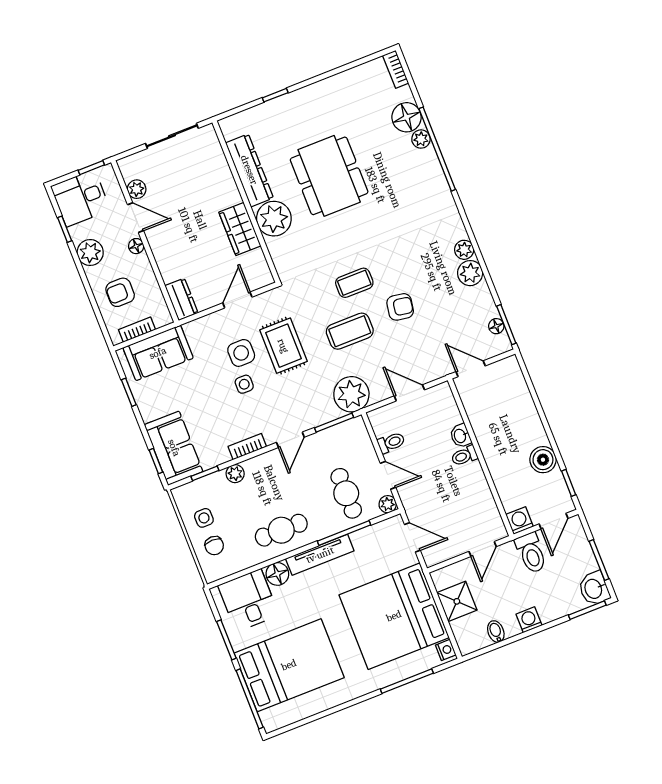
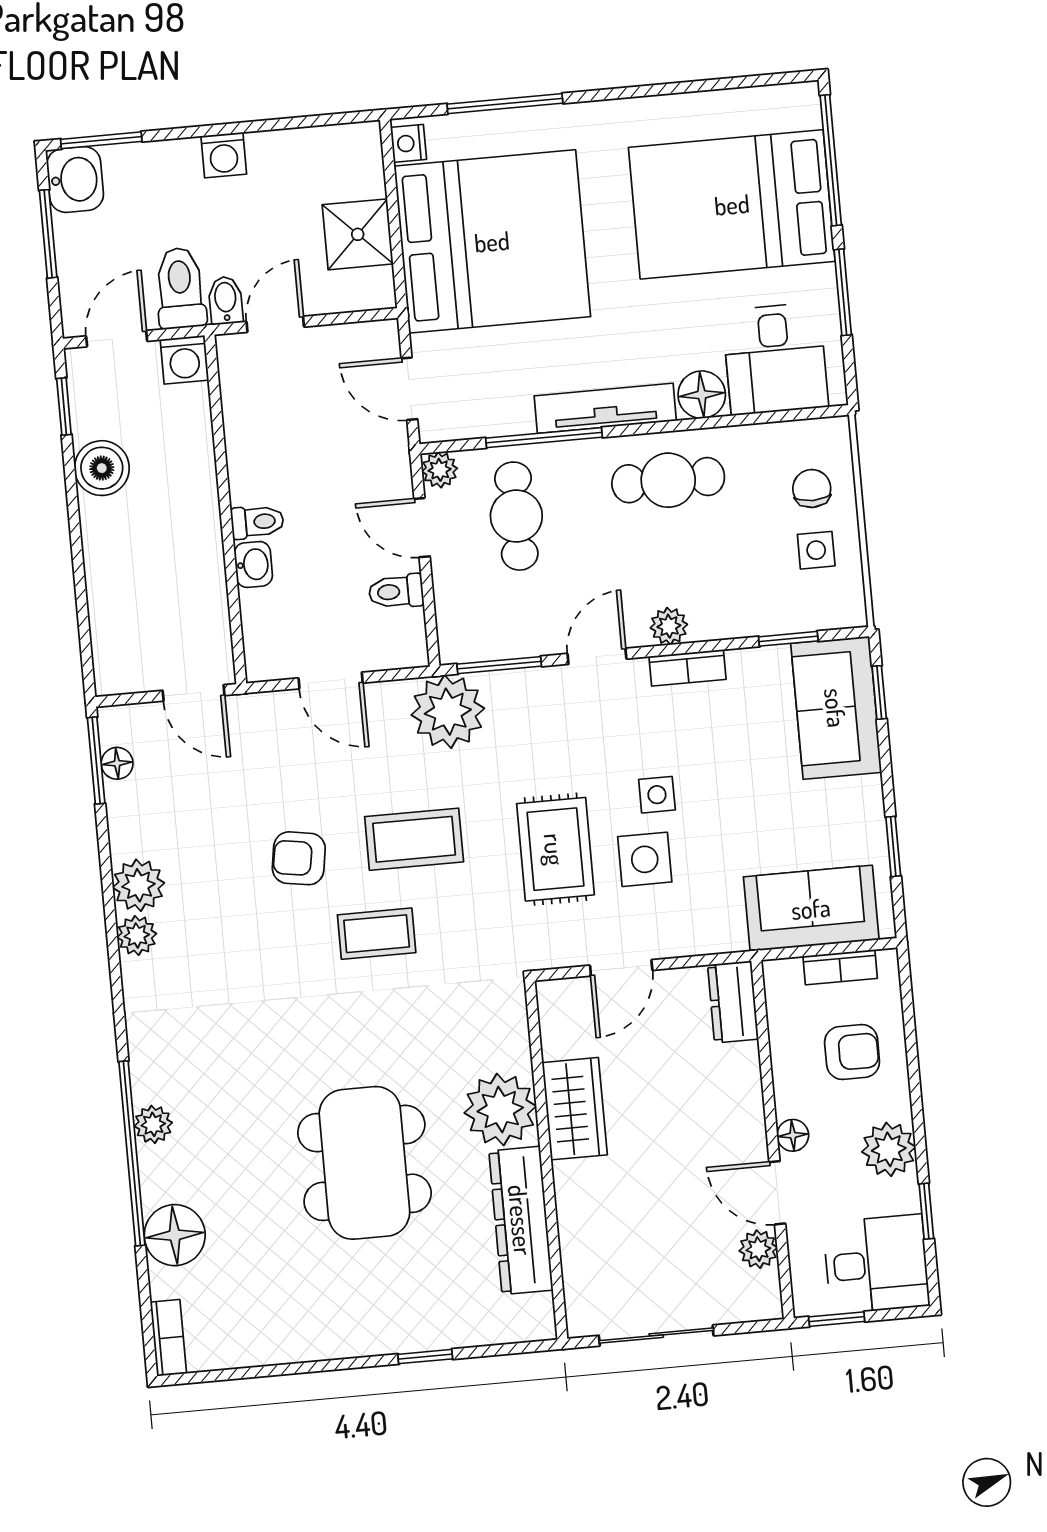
plant: (421, 139) -> (153, 1124), moved
plant: (235, 474) -> (669, 626), moved
bidet: (496, 632) -> (226, 300), moved, turned 180

